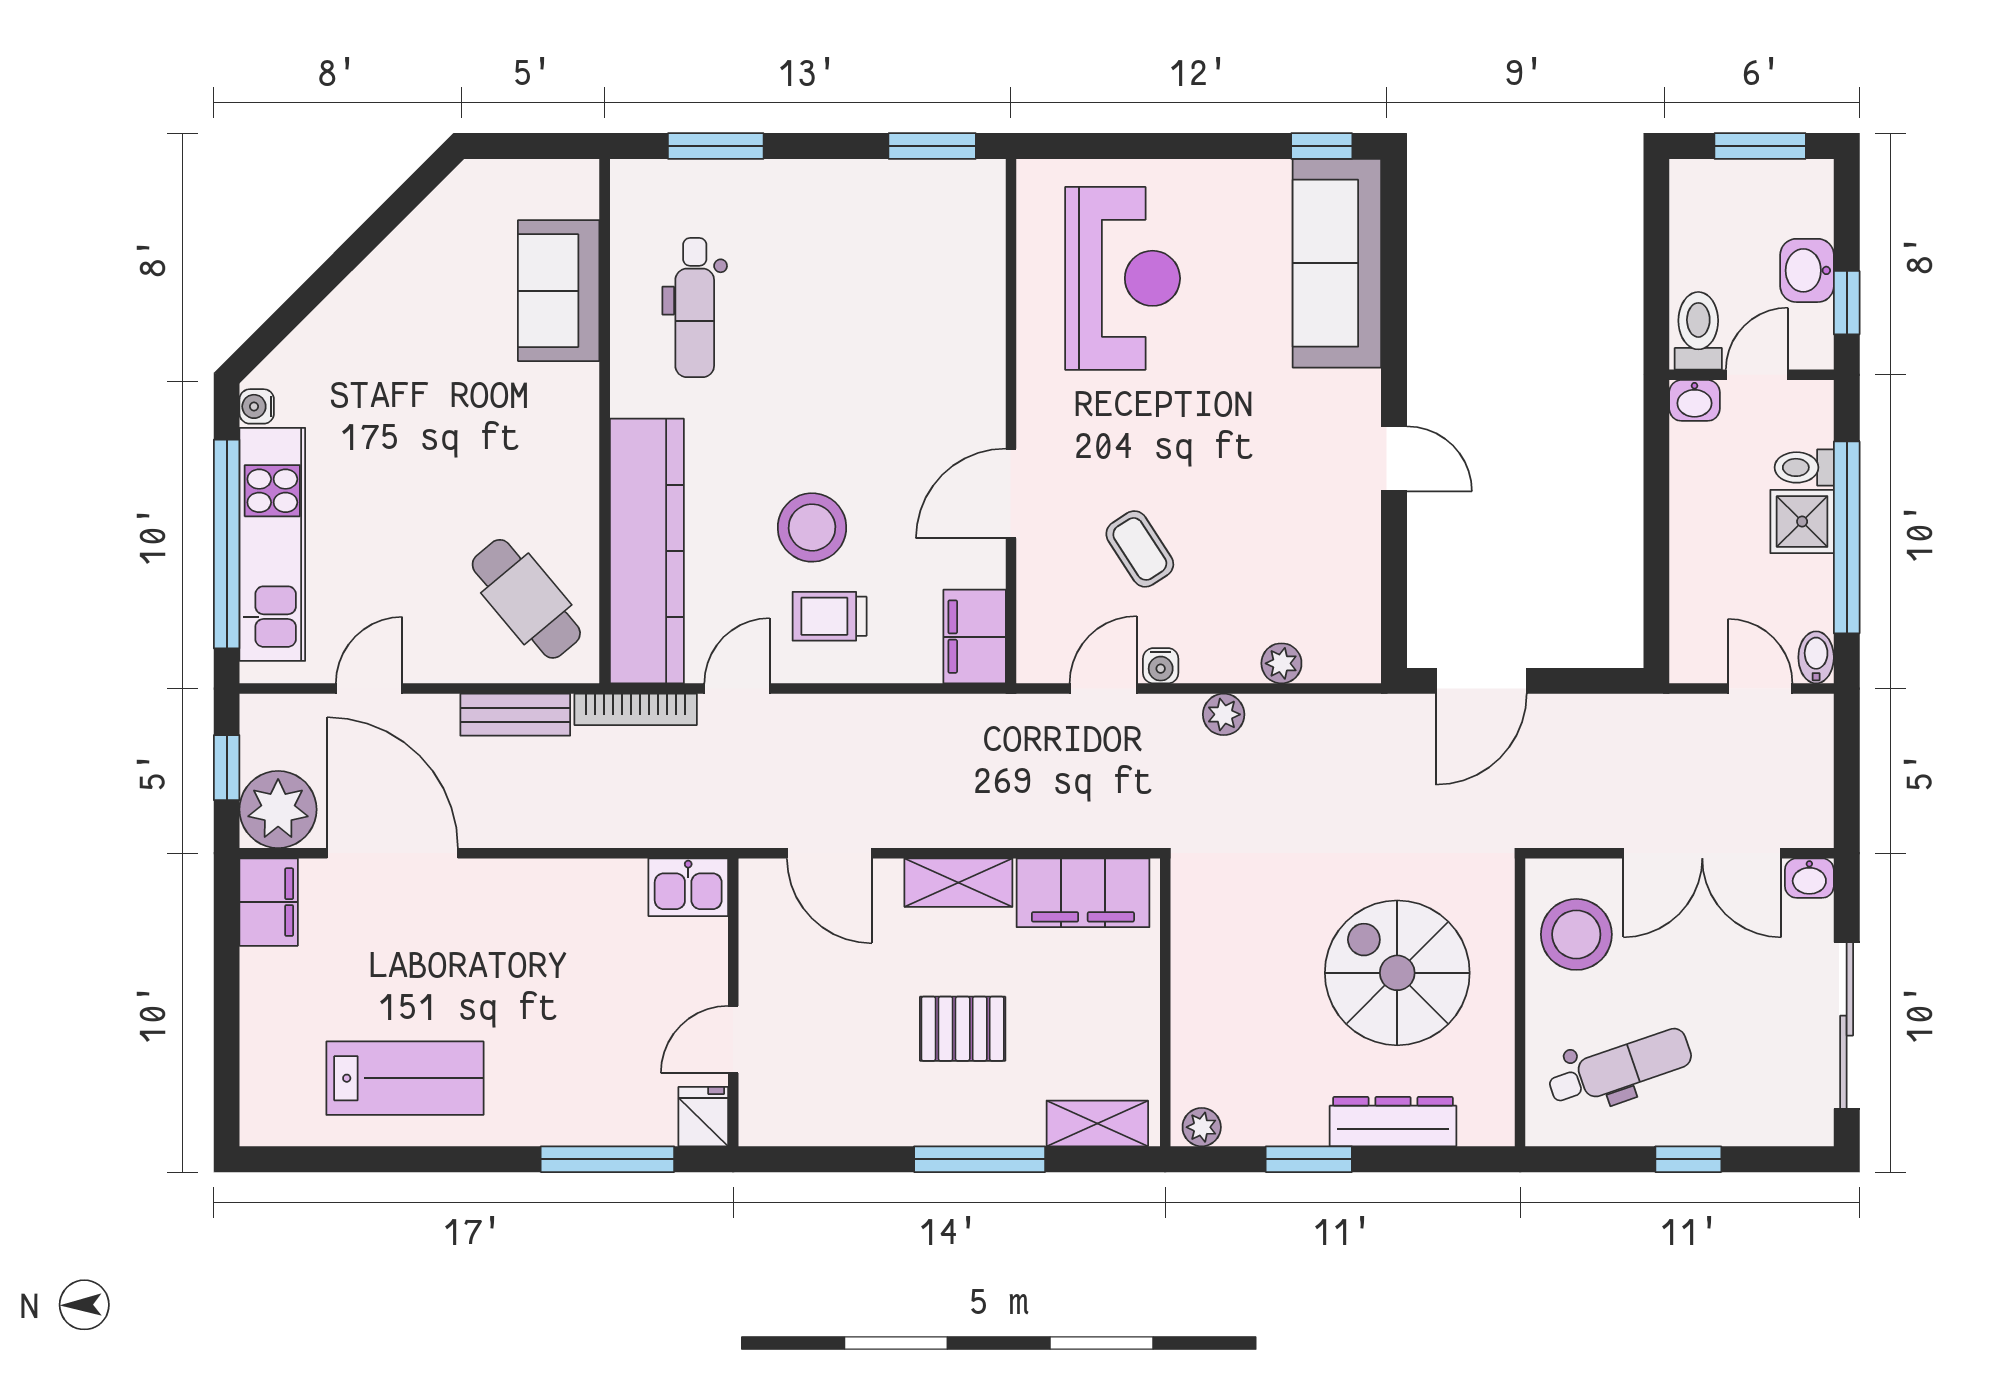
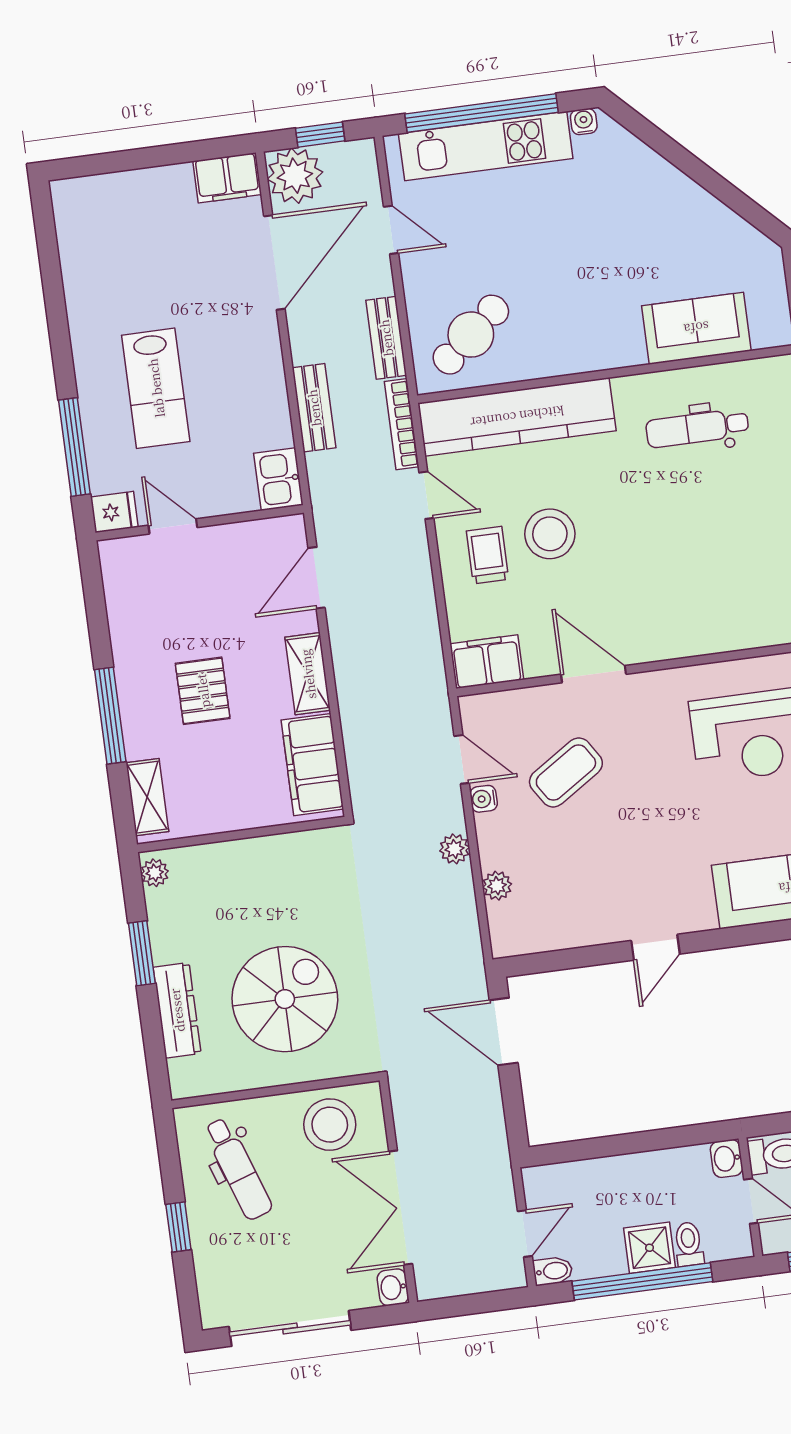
coffee table: (1140, 549) -> (566, 773), width x1.36, depth x1.30
bench: (597, 826) -> (314, 408), added
lab bench: (405, 1078) -> (156, 388), moved

